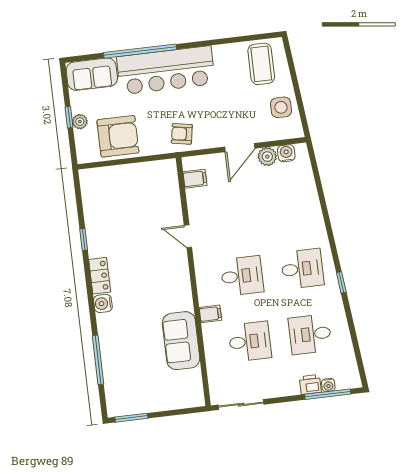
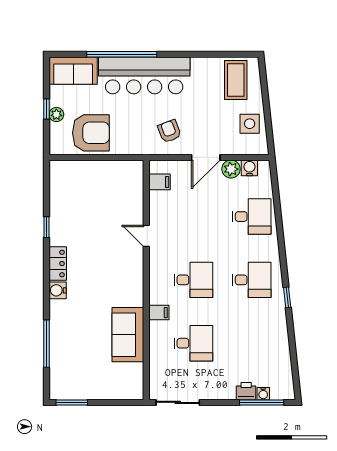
armchair: (182, 134) -> (169, 131), moved, turned 59
desk: (310, 334) -> (252, 217), moved, turned 180

